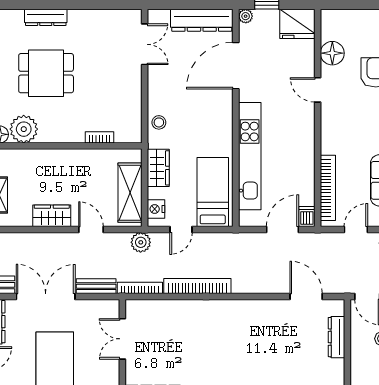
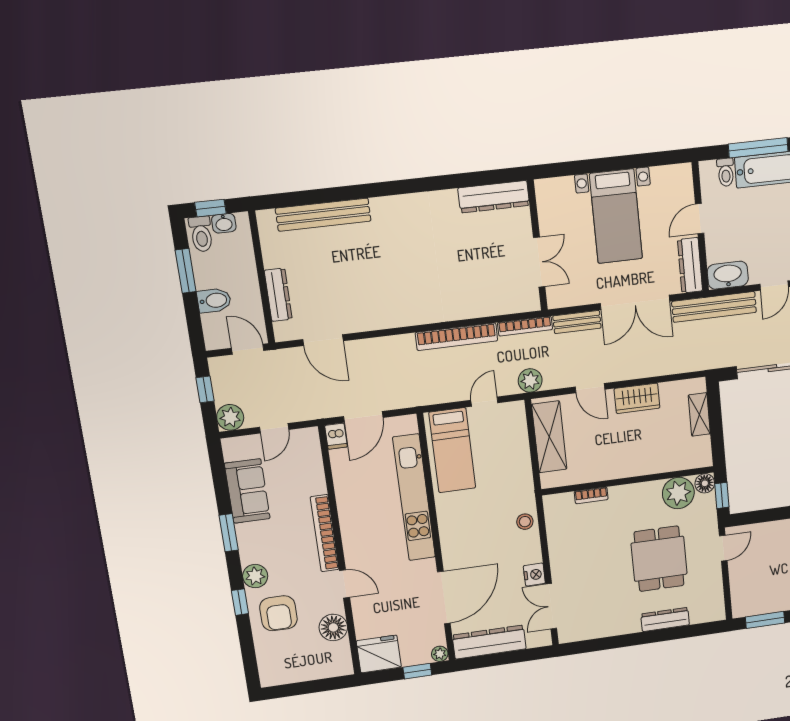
dining table: (46, 73) -> (659, 559), turned 90
wardrobe: (158, 168) -> (519, 470), removed
bookcase: (328, 188) -> (325, 533), moved
nightstand: (156, 209) -> (534, 575), moved

